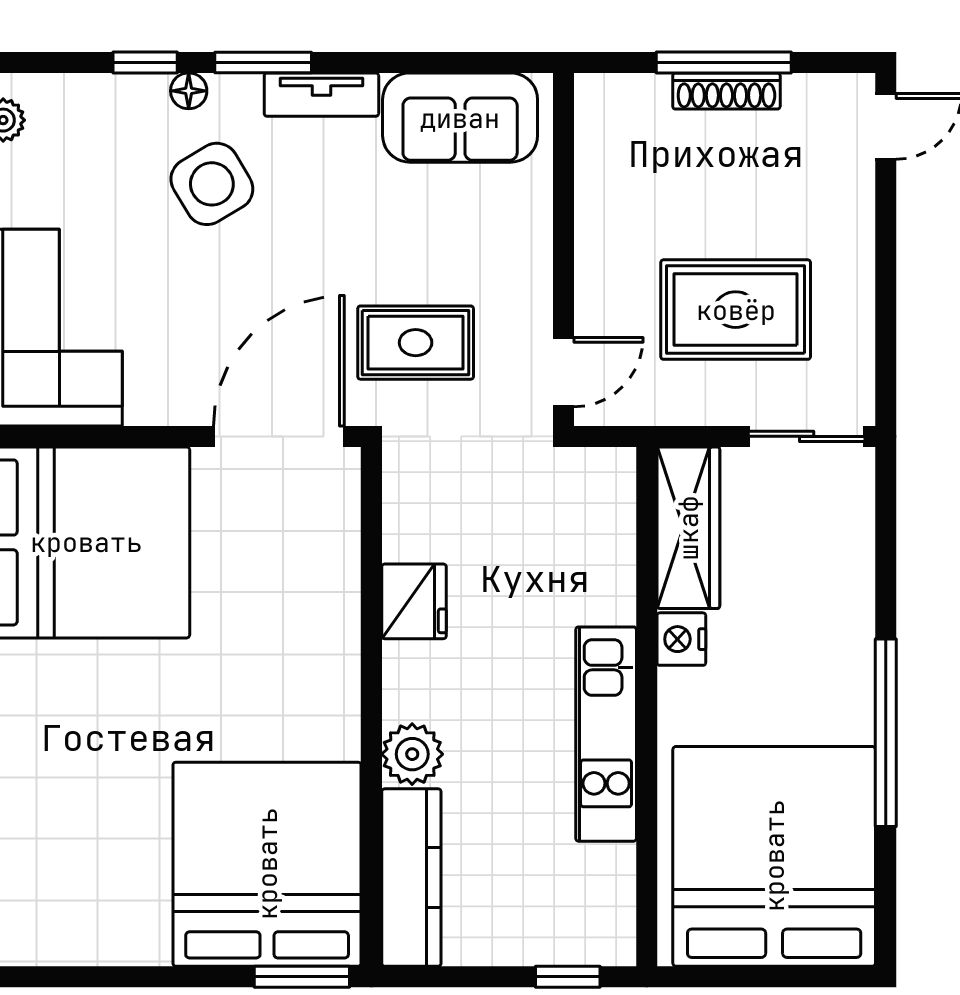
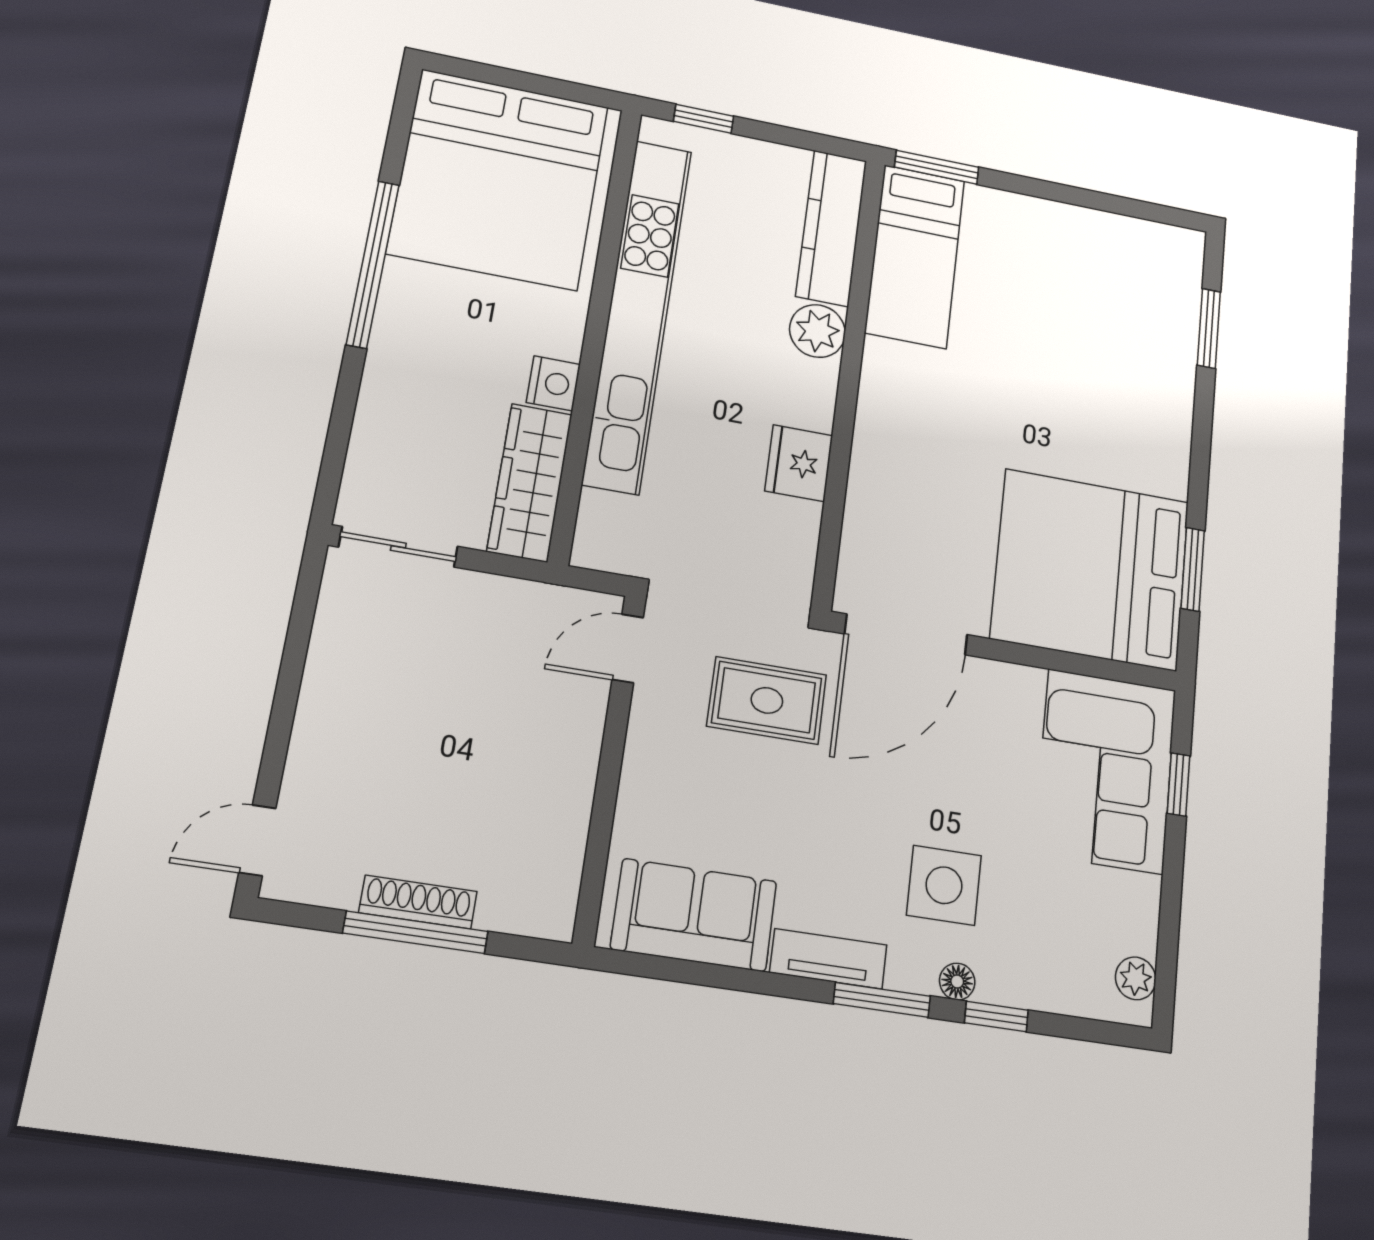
side table: (212, 184) -> (944, 885), turned 31
rug: (736, 310) -> (447, 680), removed
kitchen unit: (606, 734) -> (638, 314), width x1.86
bed: (267, 864) -> (915, 256), width x0.49

